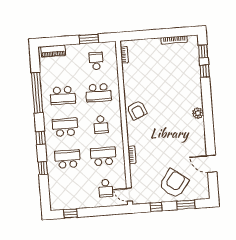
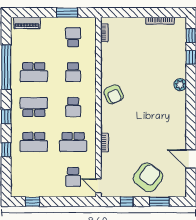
school desk: (98, 93) -> (73, 72), width x0.54
plant: (198, 113) -> (180, 85), moved
school desk: (103, 156) -> (73, 142), turned 180
school desk: (67, 159) -> (34, 142), turned 180

